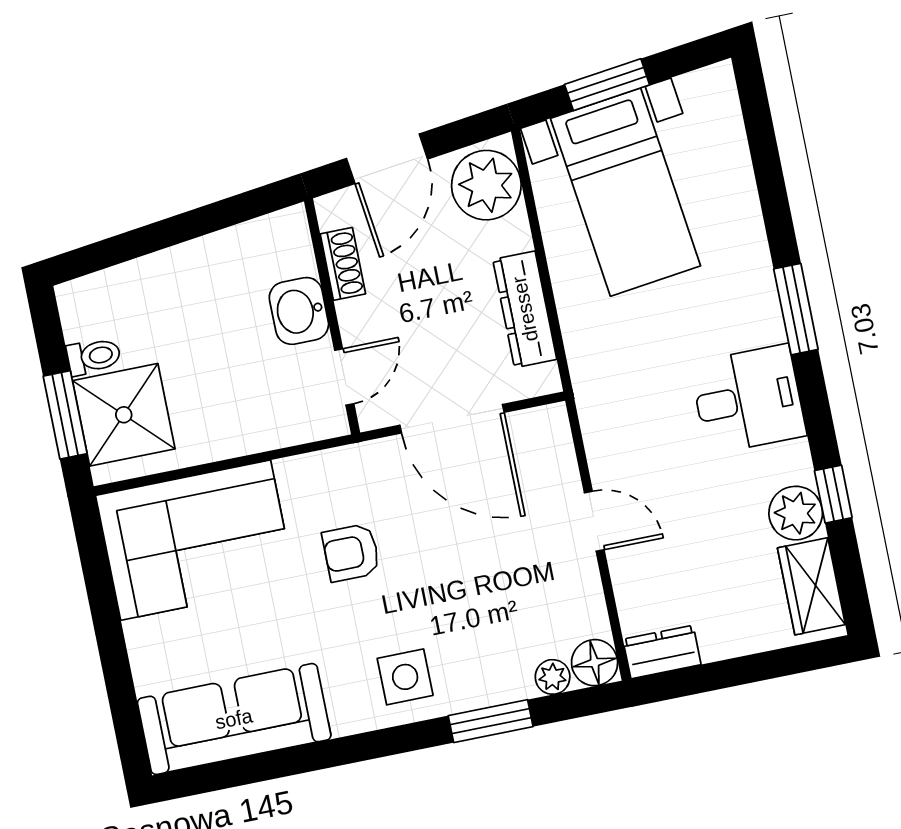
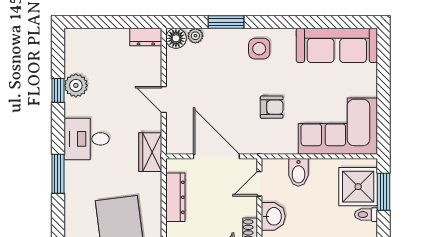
bidet: (263, 420) -> (298, 172), added
wardrobe: (811, 586) -> (150, 152), moved, turned 180

